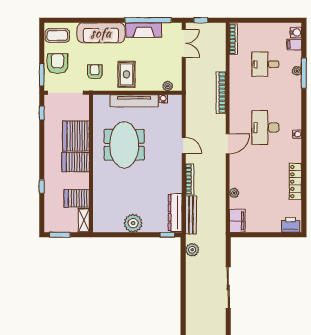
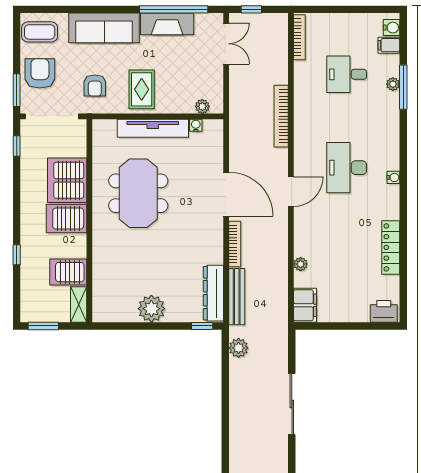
armchair: (95, 72) -> (95, 86), turned 180
door: (184, 145) -> (226, 194), width x1.88

